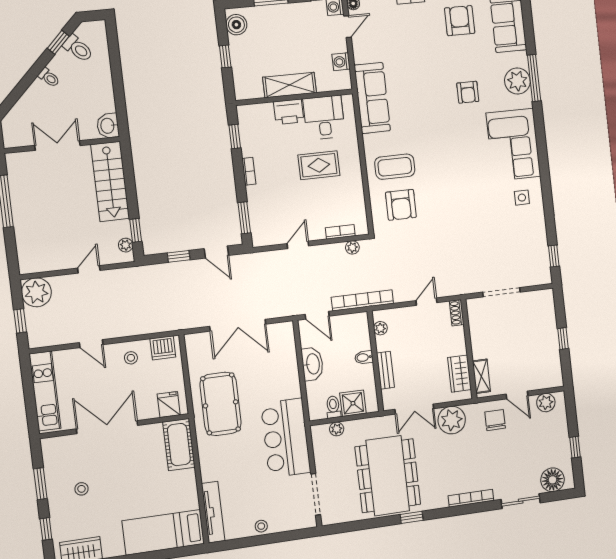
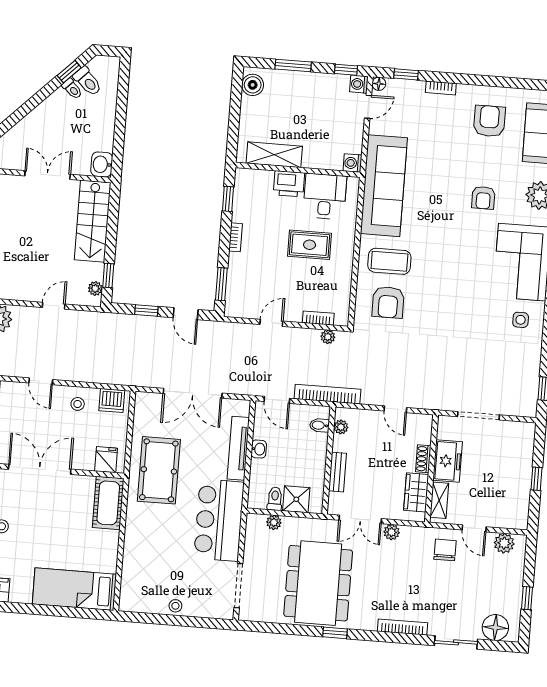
window: (225, 56) -> (235, 115), removed
washing machine: (341, 62) -> (352, 163), moved
toilet: (49, 77) -> (72, 89), moved
shelving: (290, 85) -> (274, 155), moved
sofa: (372, 98) -> (384, 186), width x1.36, depth x1.27
door: (426, 302) -> (395, 409), swing flipped
shoe rack: (457, 313) -> (423, 459), moved
freezer: (482, 339) -> (448, 461), added
bidet: (364, 357) -> (320, 425), moved
washbasin: (312, 364) -> (259, 449), width x0.52, depth x0.69
plant: (452, 420) -> (392, 532), width x0.53, depth x0.53
tv unit: (213, 512) -> (238, 448), moved, turned 180

